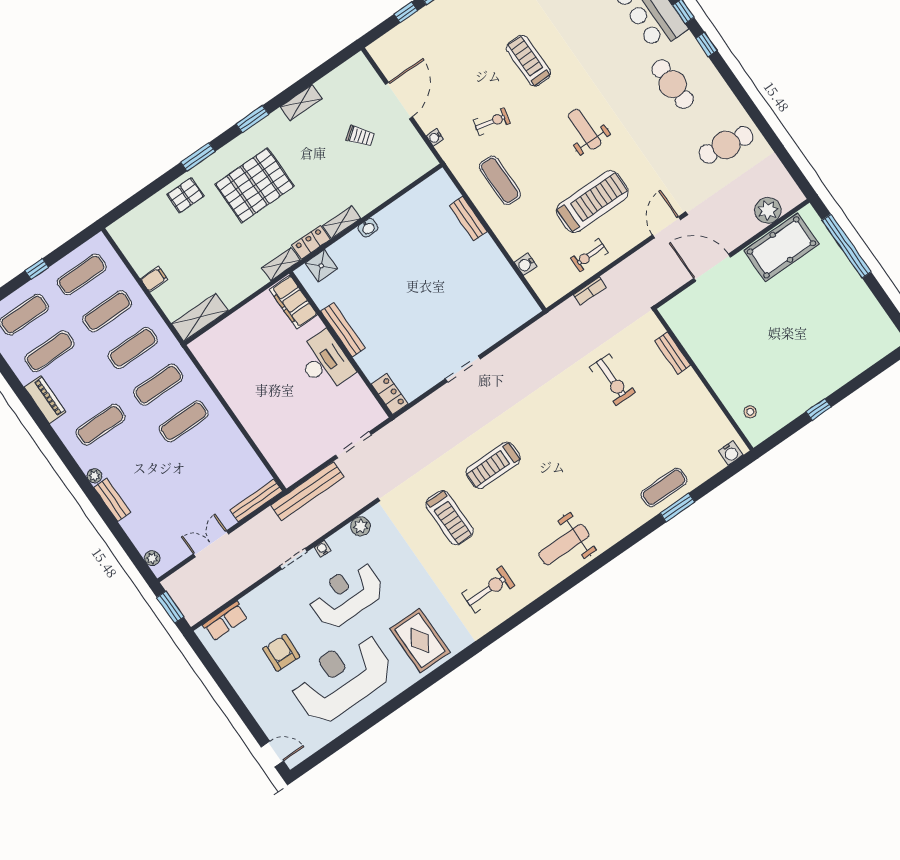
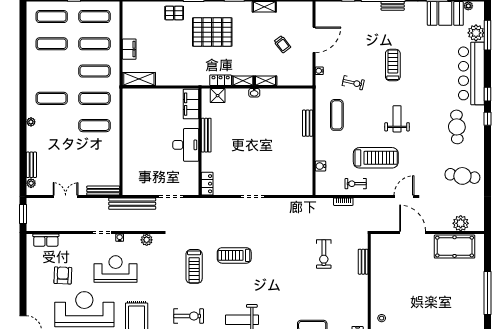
window: (846, 246) -> (488, 293), moved
shelving: (281, 264) -> (266, 81), moved
filing cabinet: (154, 279) -> (129, 49), width x2.00
piano: (45, 400) -> (33, 66), removed
bench: (112, 500) -> (31, 165), moved

